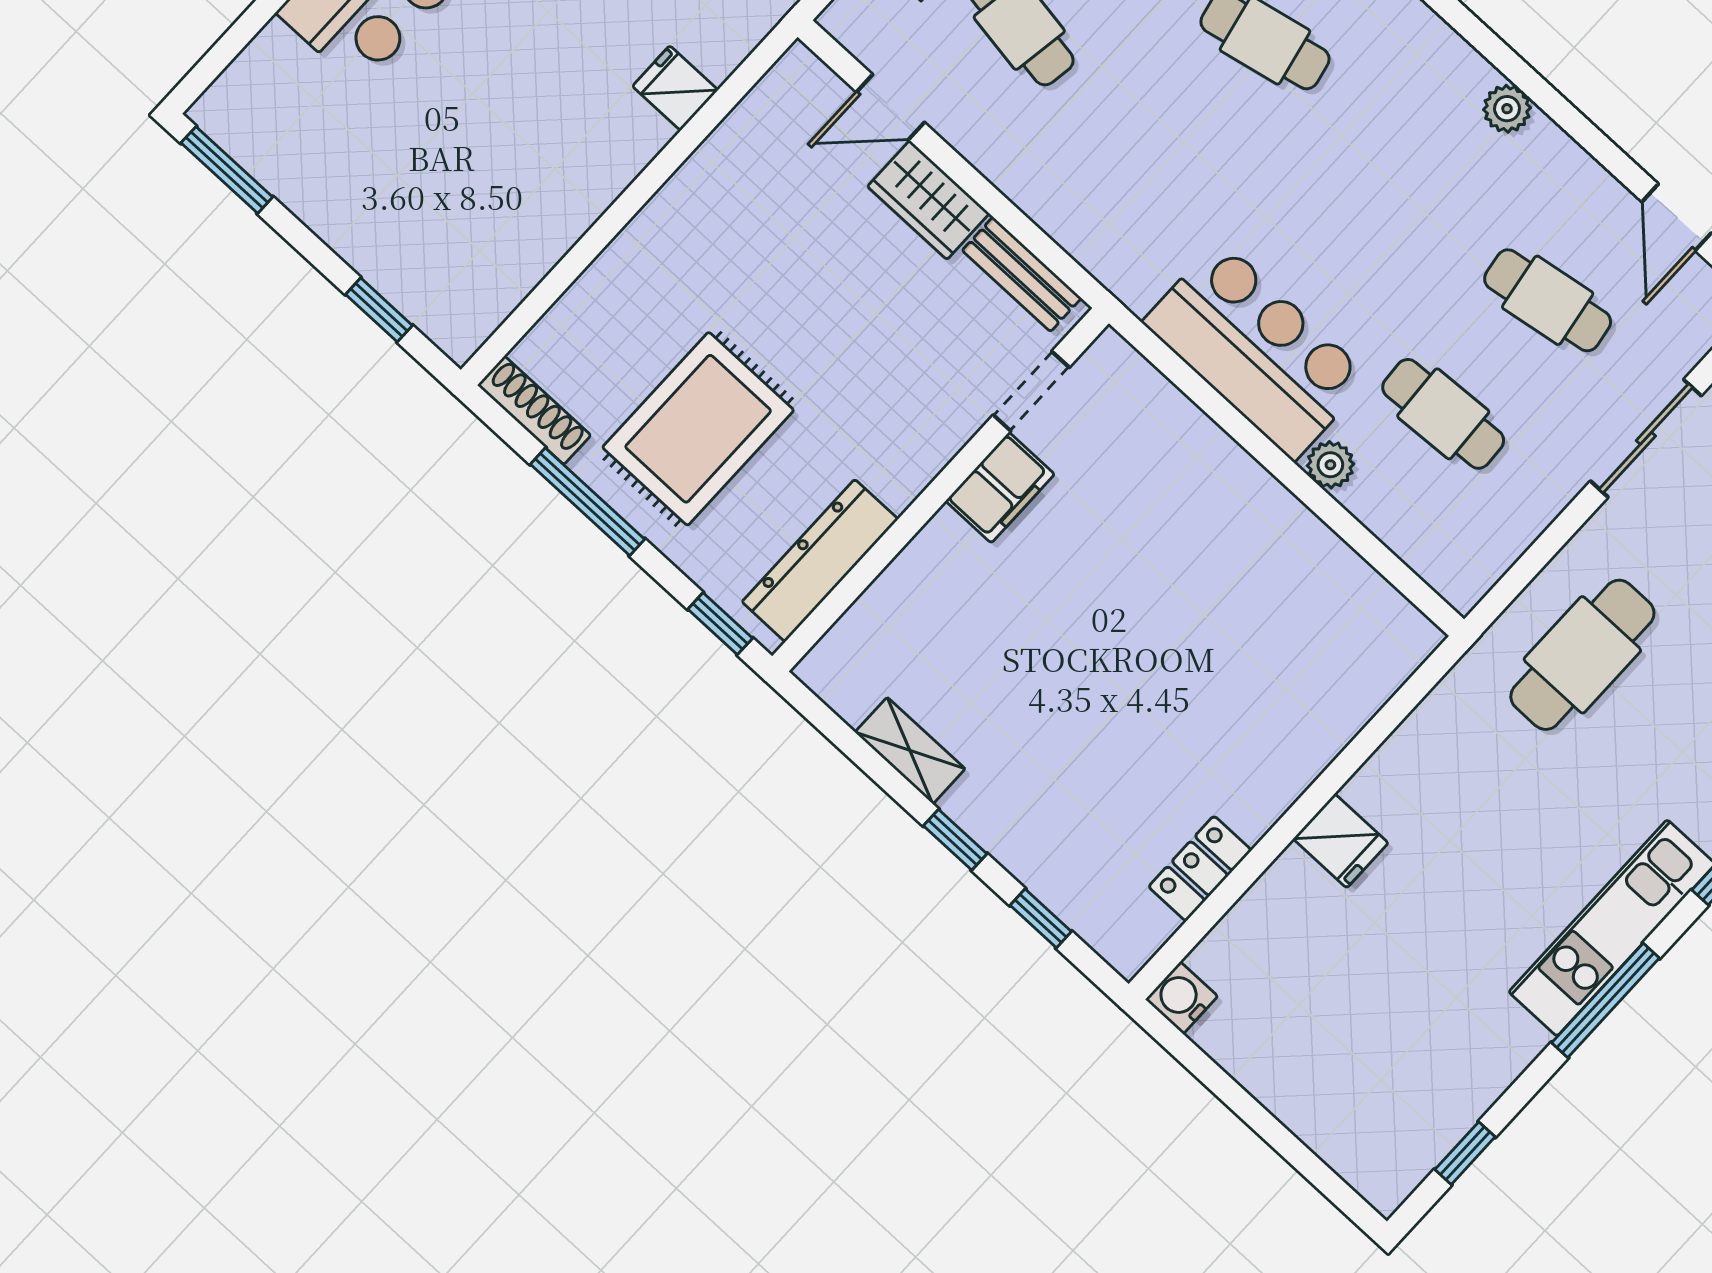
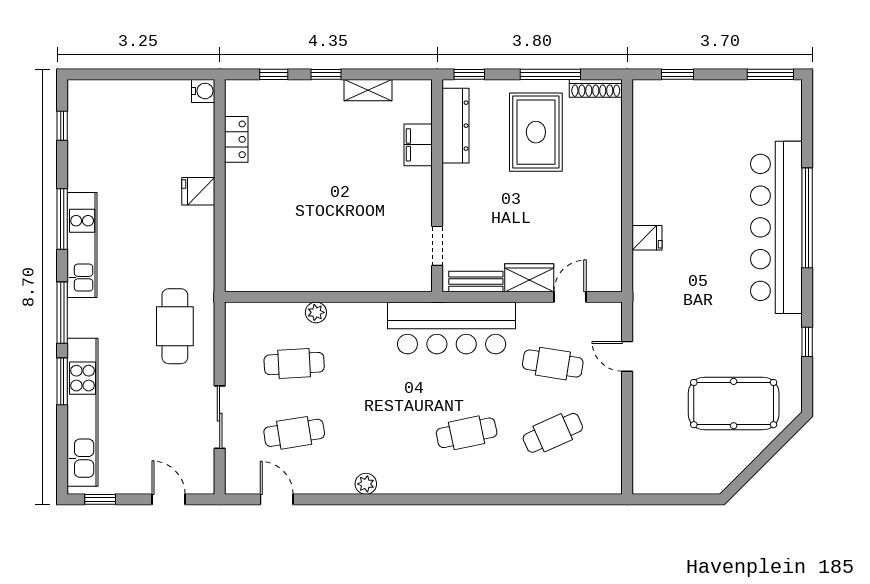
bar counter: (1257, 350) -> (452, 328), moved, width x1.36
filing cabinet: (1000, 488) -> (418, 145), moved

